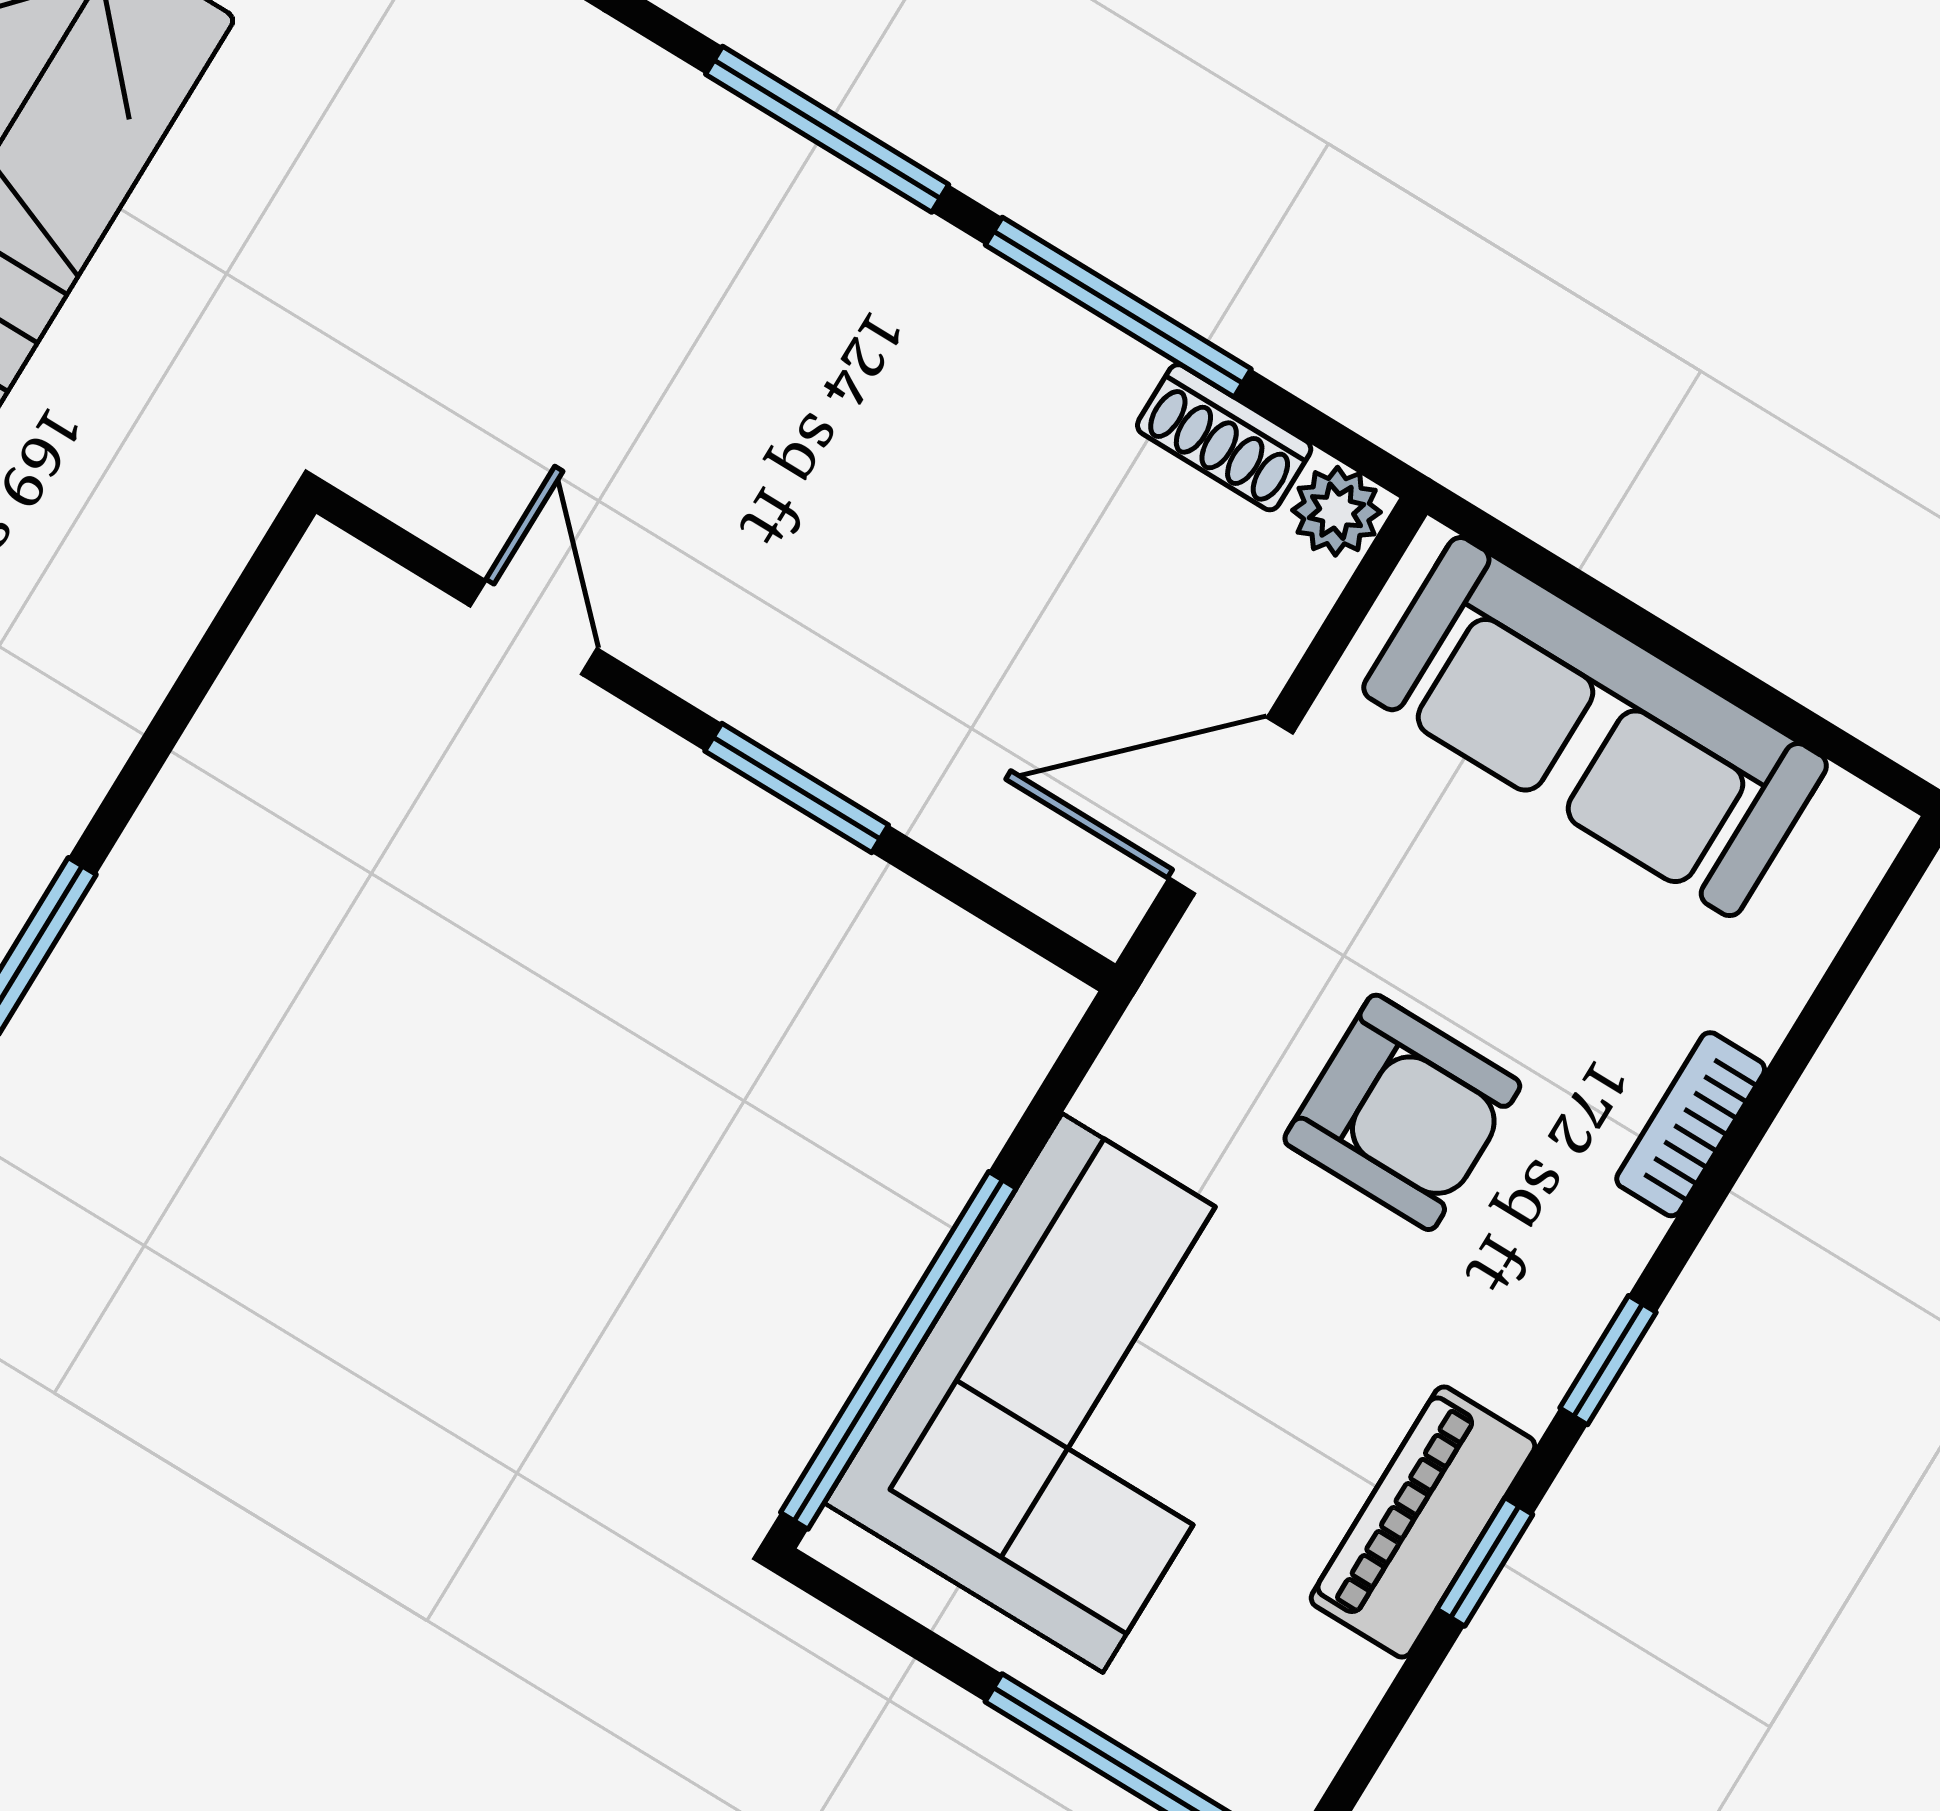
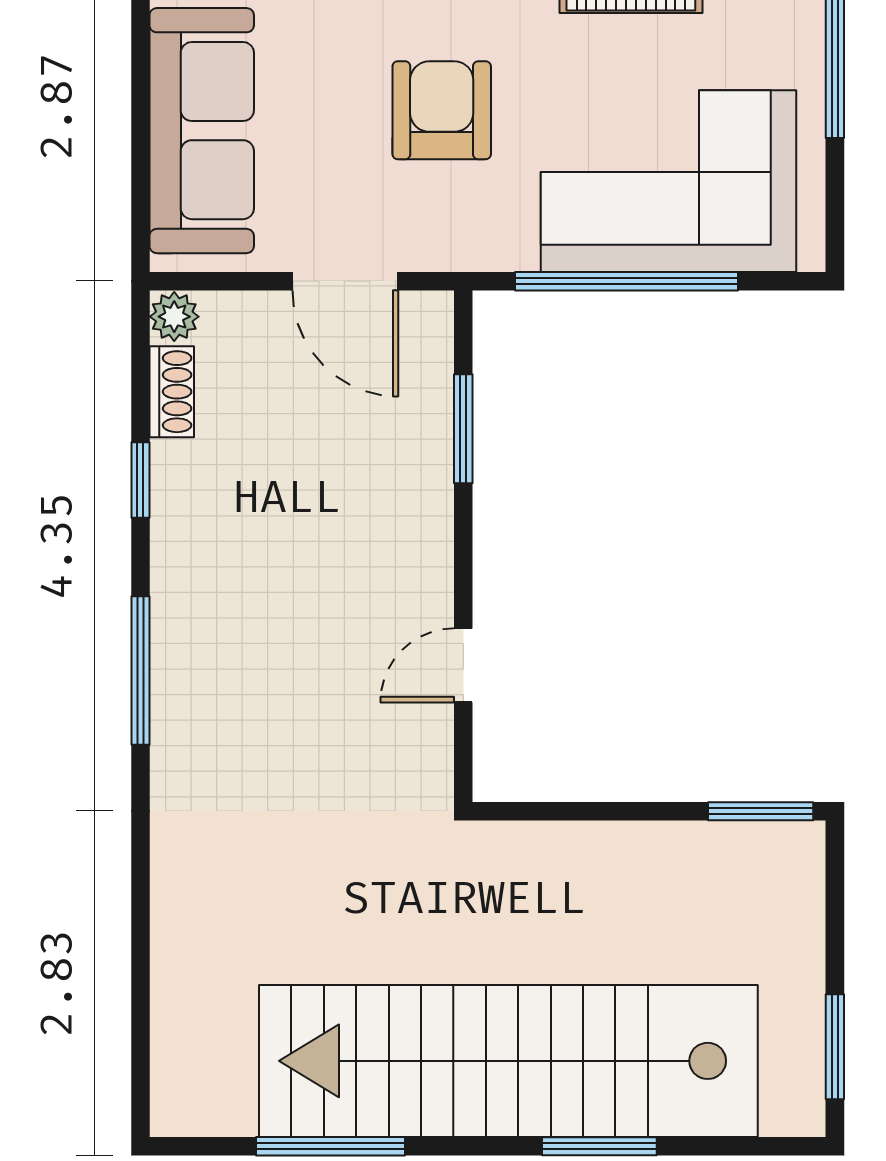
window: (1118, 307) -> (140, 480), width x0.46
window: (797, 788) -> (463, 429), moved
window: (898, 1350) -> (627, 281), moved

